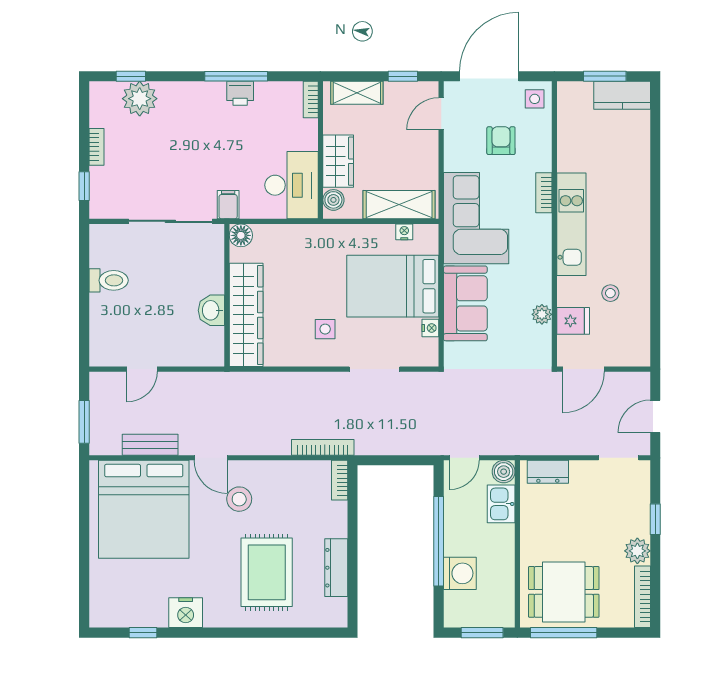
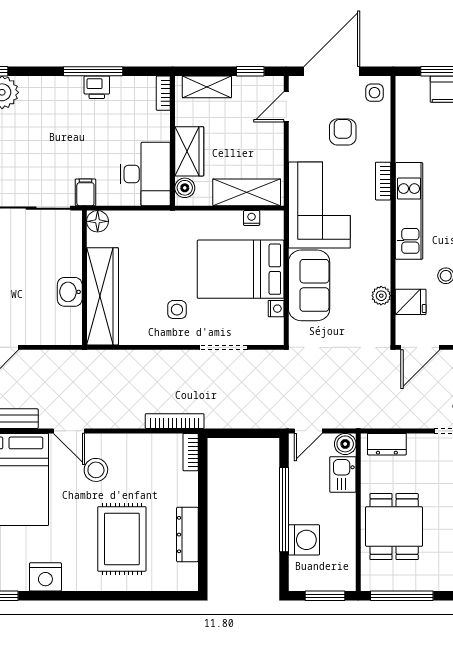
dining table: (564, 592) -> (394, 527), moved, turned 90

